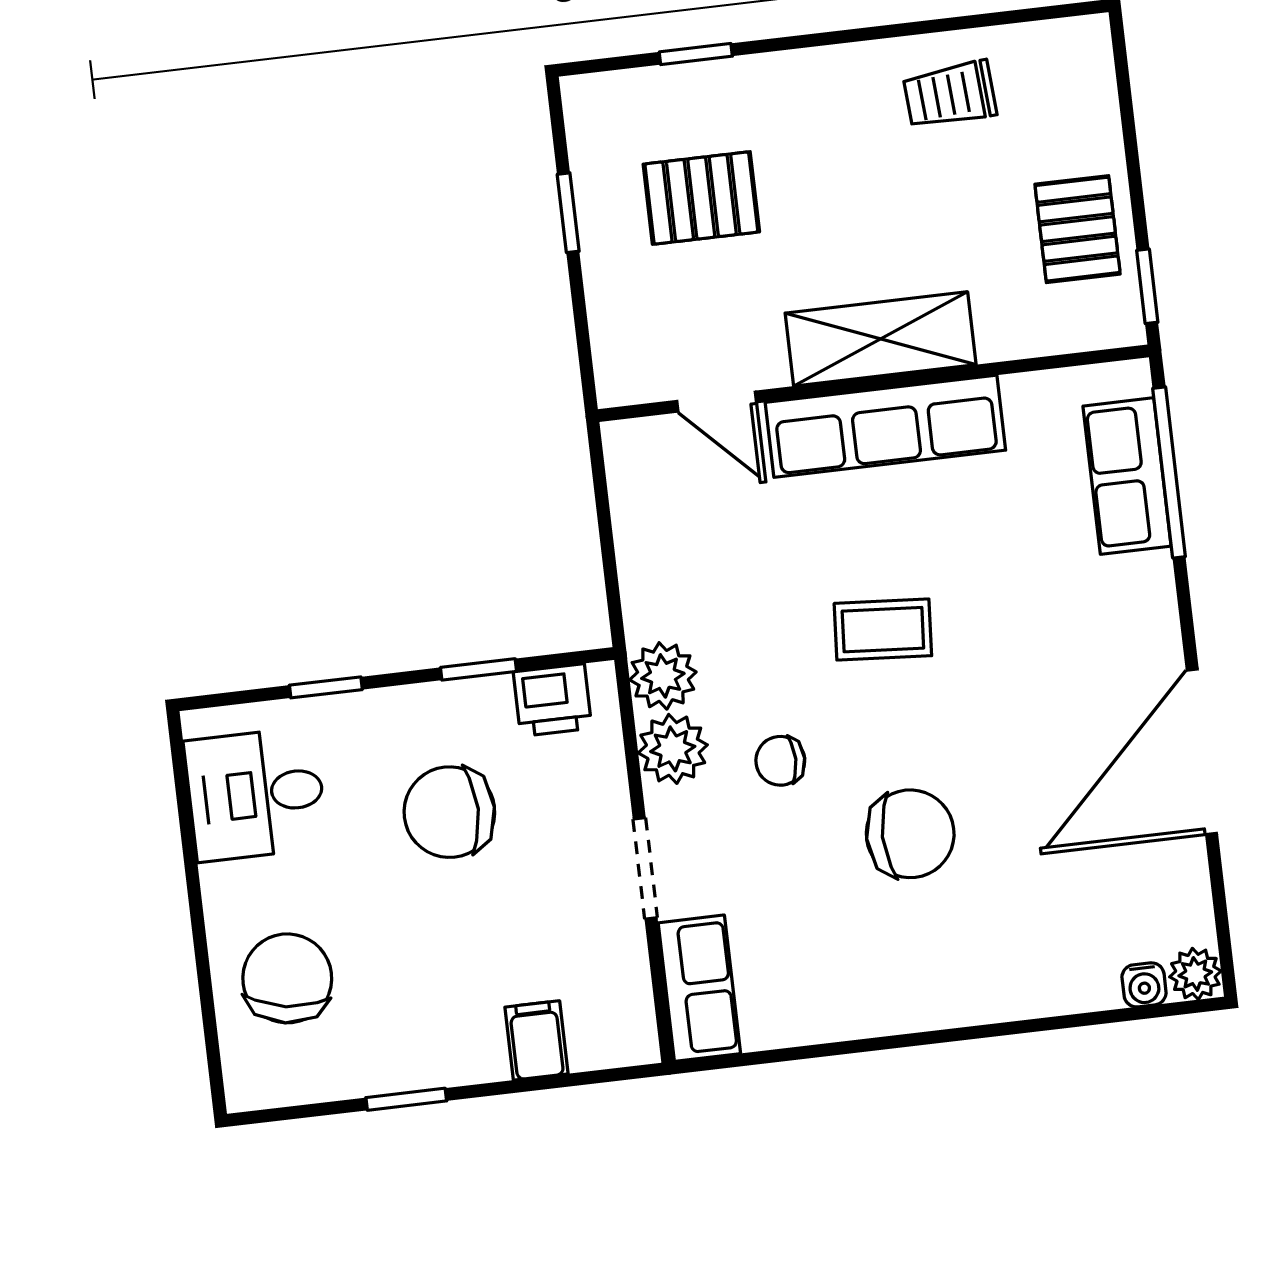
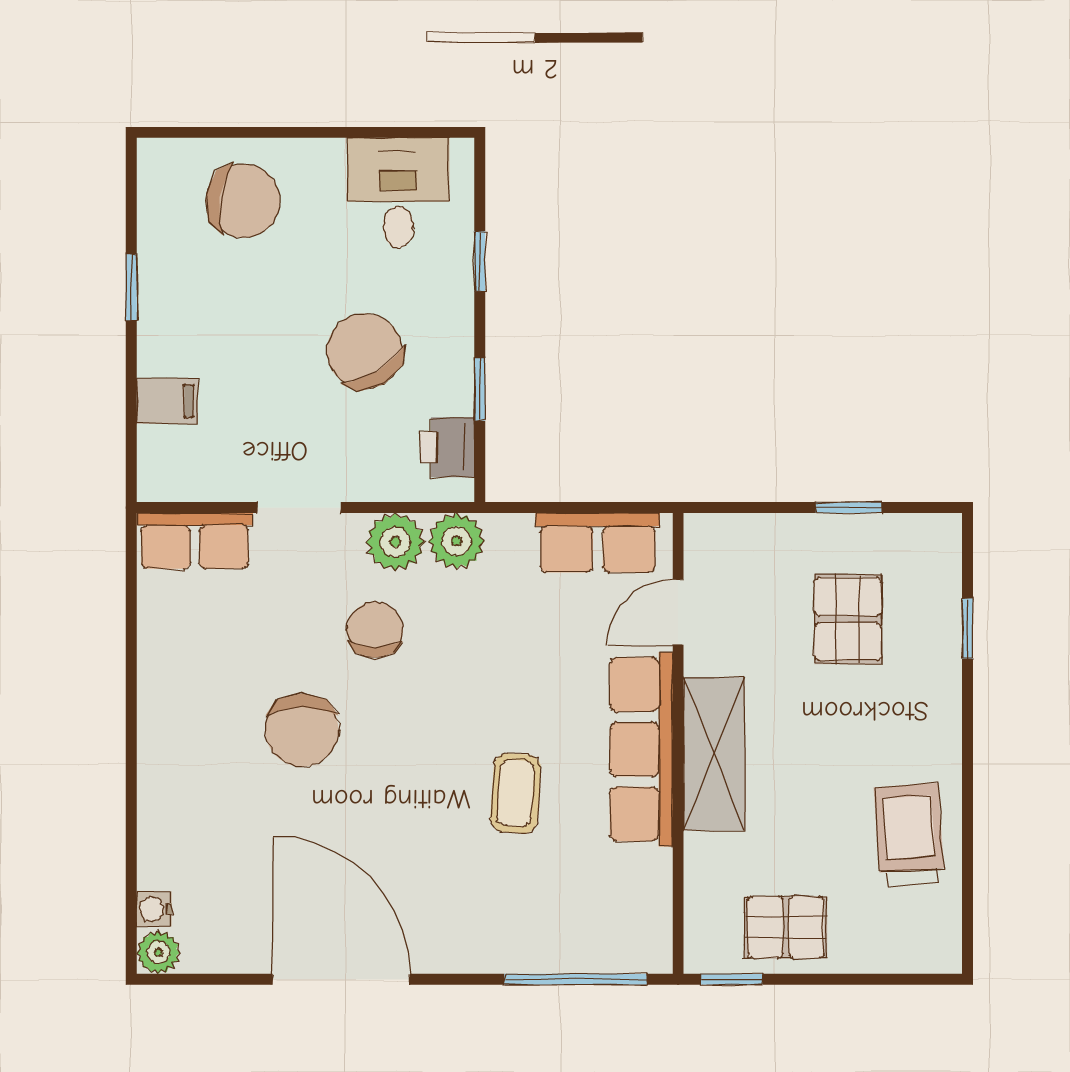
trolley: (950, 95) -> (909, 835), width x1.36, depth x1.39
row of seats: (1127, 476) -> (598, 543), moved, turned 180
coffee table: (883, 630) -> (516, 793), moved
chair: (780, 761) -> (375, 630), width x1.37, depth x1.37
chair: (449, 812) -> (365, 351), turned -31

